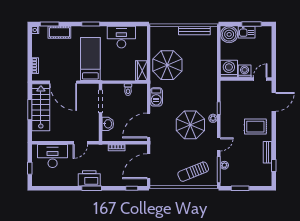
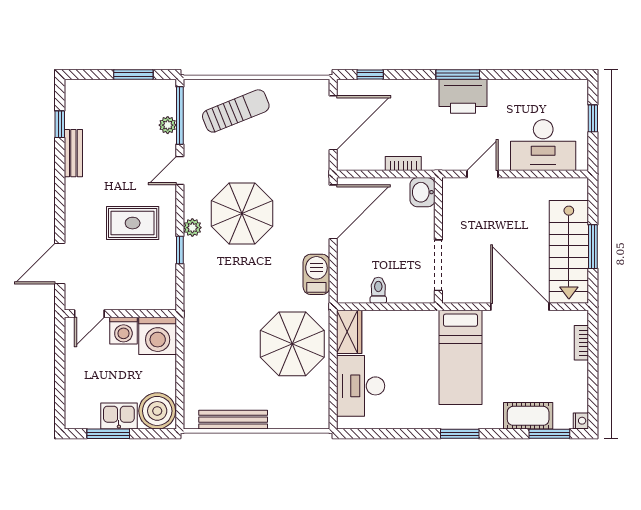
desk: (121, 37) -> (361, 386), moved, turned 90
washbasin: (108, 124) -> (423, 192), moved
rug: (255, 127) -> (133, 223), moved

